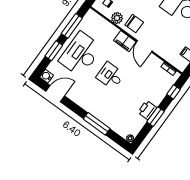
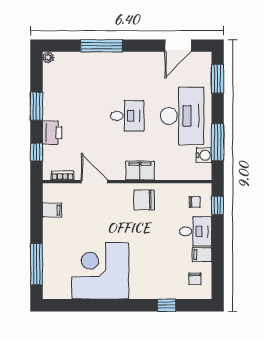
plant: (117, 18) -> (170, 192), removed
door: (144, 46) -> (95, 182), moved
window: (54, 51) -> (218, 79), moved
water cooler: (47, 76) -> (204, 155), moved
printer: (147, 110) -> (52, 133), moved

